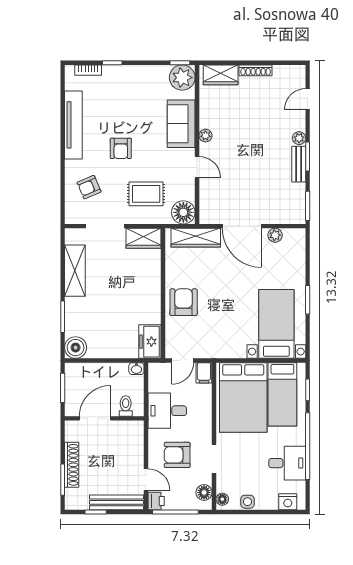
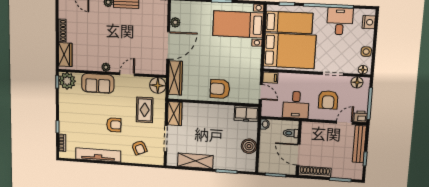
boiler: (76, 348) -> (249, 146), moved
shoe rack: (72, 465) -> (315, 172), moved

